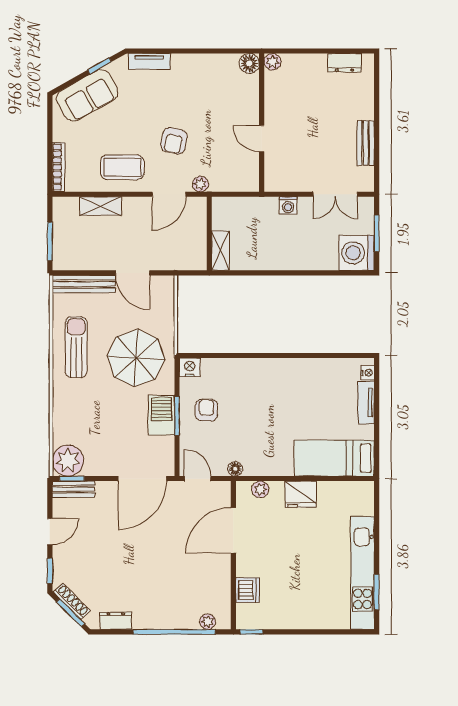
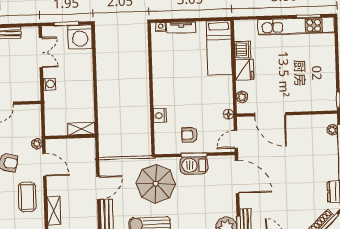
nightstand: (190, 367) -> (160, 116), moved
dishwasher: (247, 590) -> (243, 50), moved, turned 90

